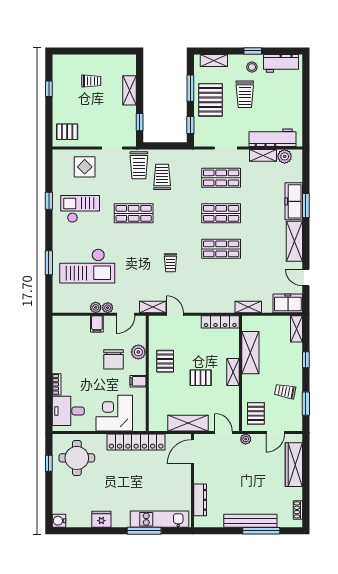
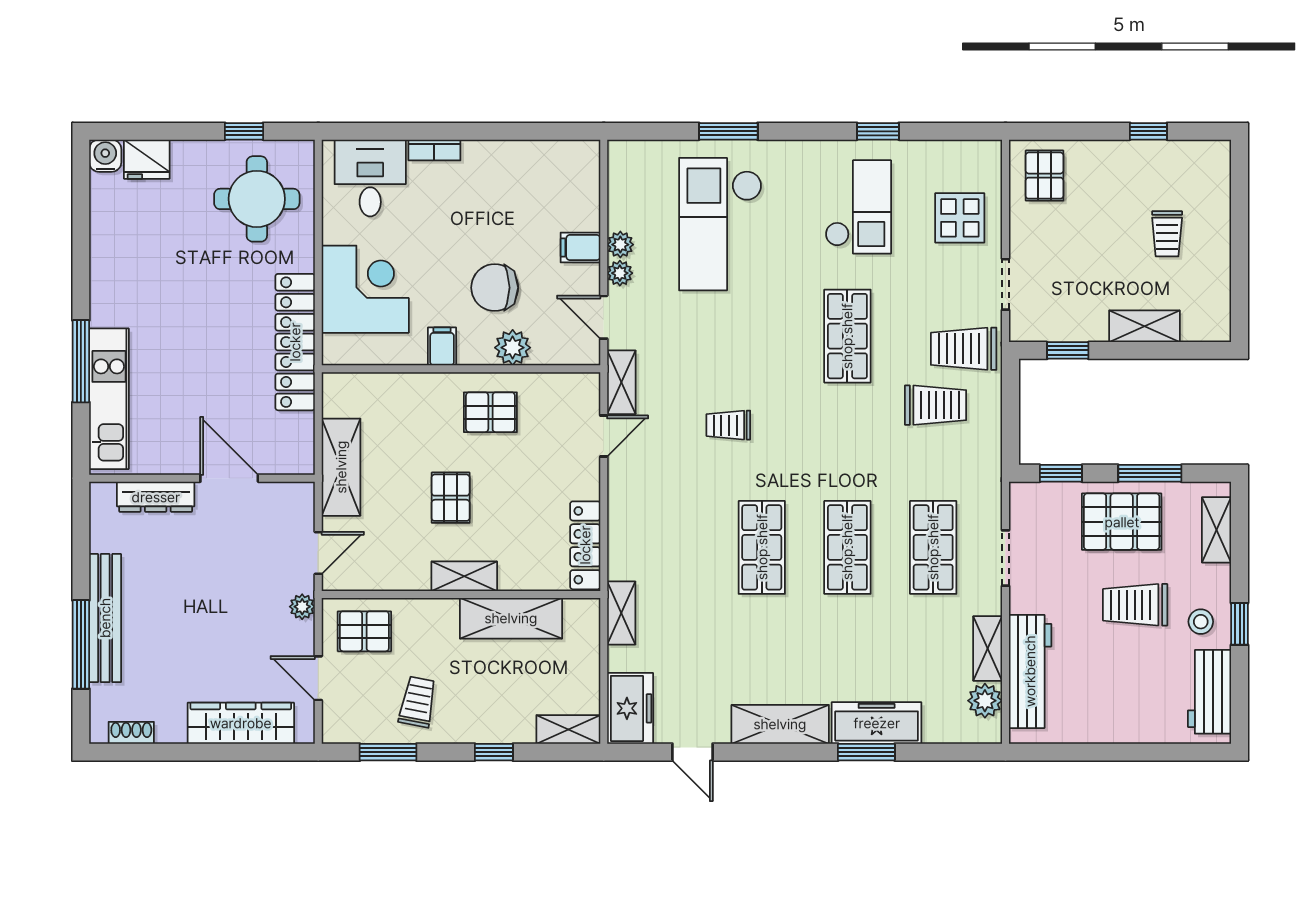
door: (306, 278) -> (692, 752), swing flipped
door: (192, 452) -> (229, 478), moved
fridge: (101, 519) -> (147, 159), moved, turned 90

